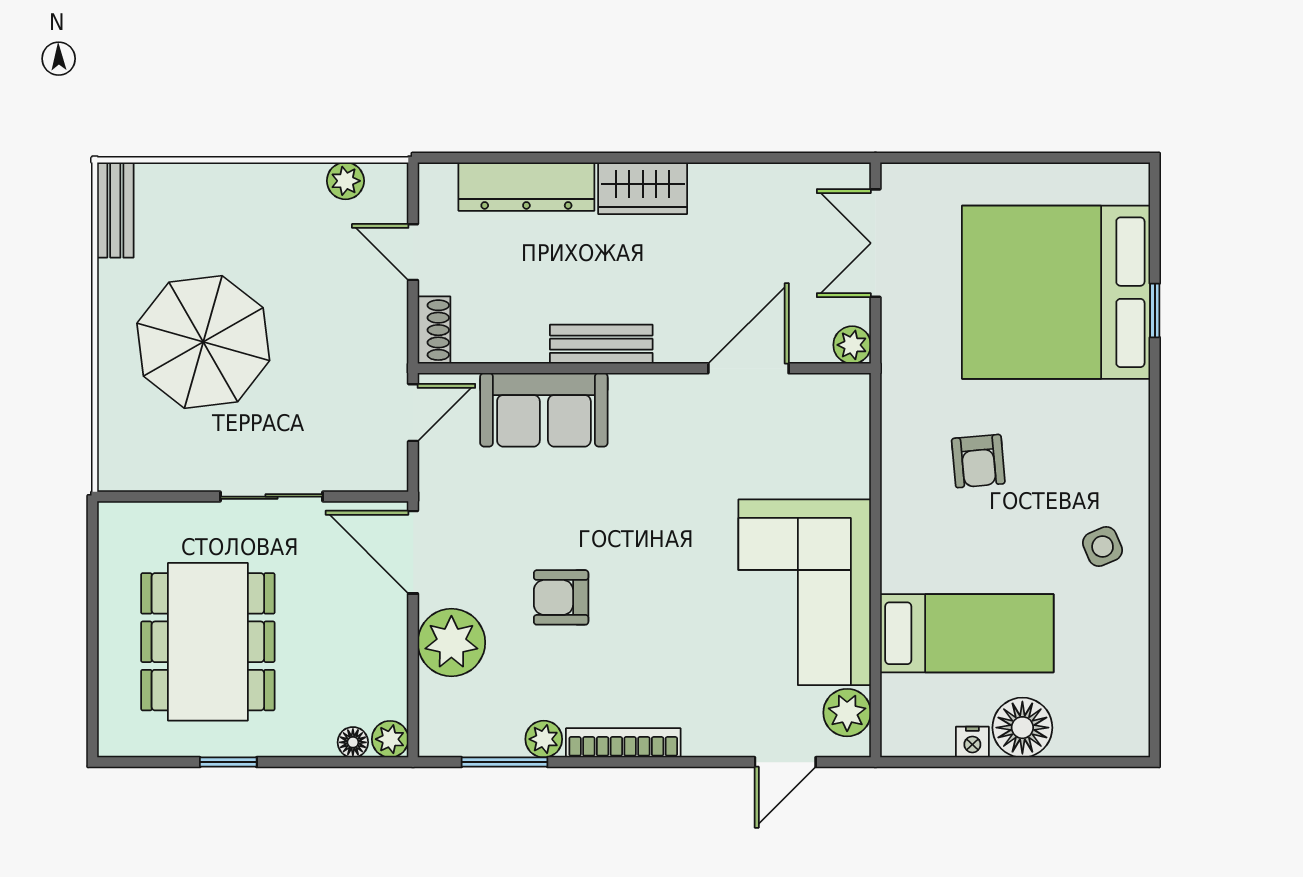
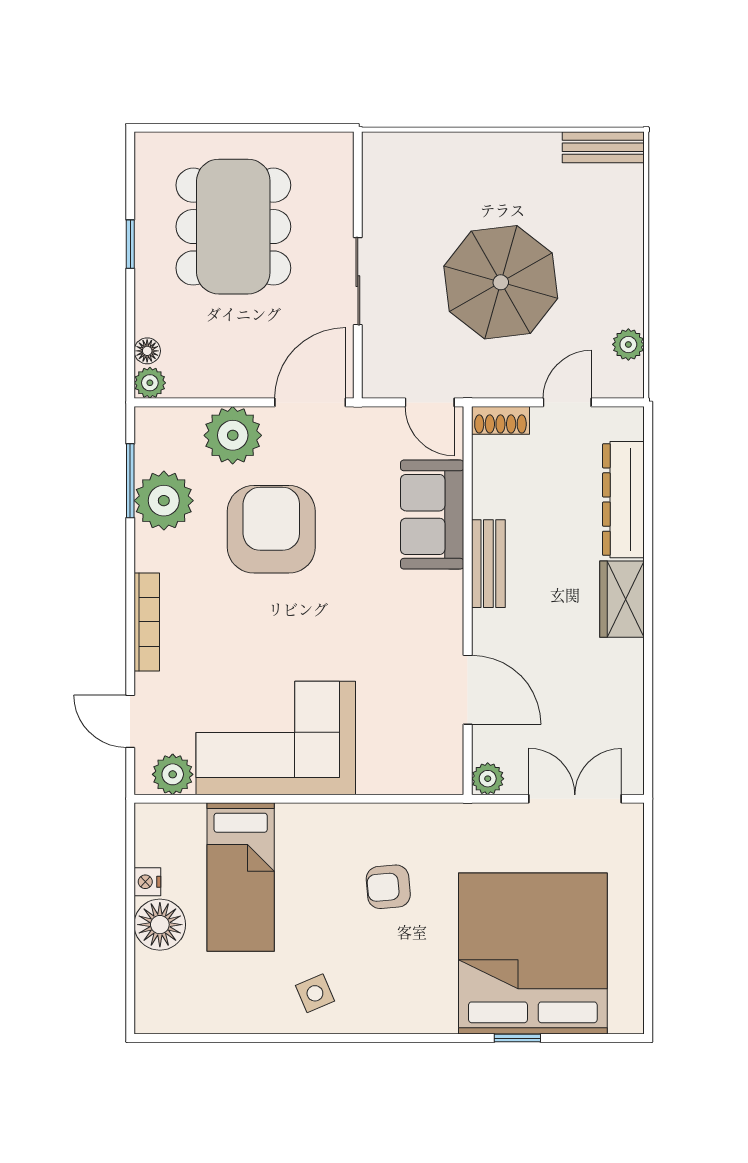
parasol: (203, 342) -> (501, 282), moved
armchair: (561, 597) -> (271, 529), width x1.88, depth x1.88
dining table: (208, 642) -> (233, 227), turned 90
plant: (544, 739) -> (164, 501), width x1.88, depth x1.88
bookcase: (623, 743) -> (147, 622), moved

